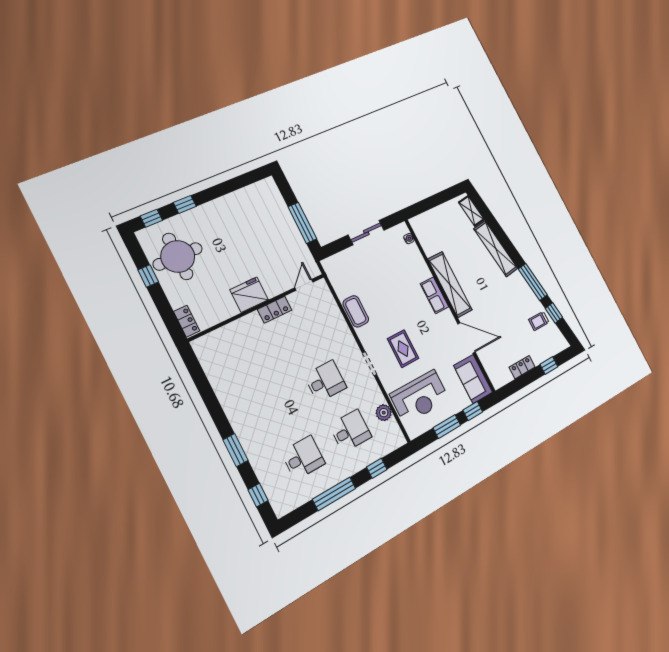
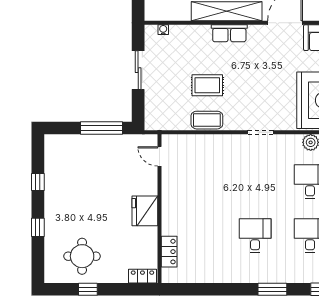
window: (151, 218) -> (38, 182), moved
round table: (178, 256) -> (82, 256), width x0.73, depth x0.73
locker: (275, 310) -> (169, 252), moved
rug: (403, 349) -> (207, 85), moved
desk: (325, 381) -> (255, 236), moved

